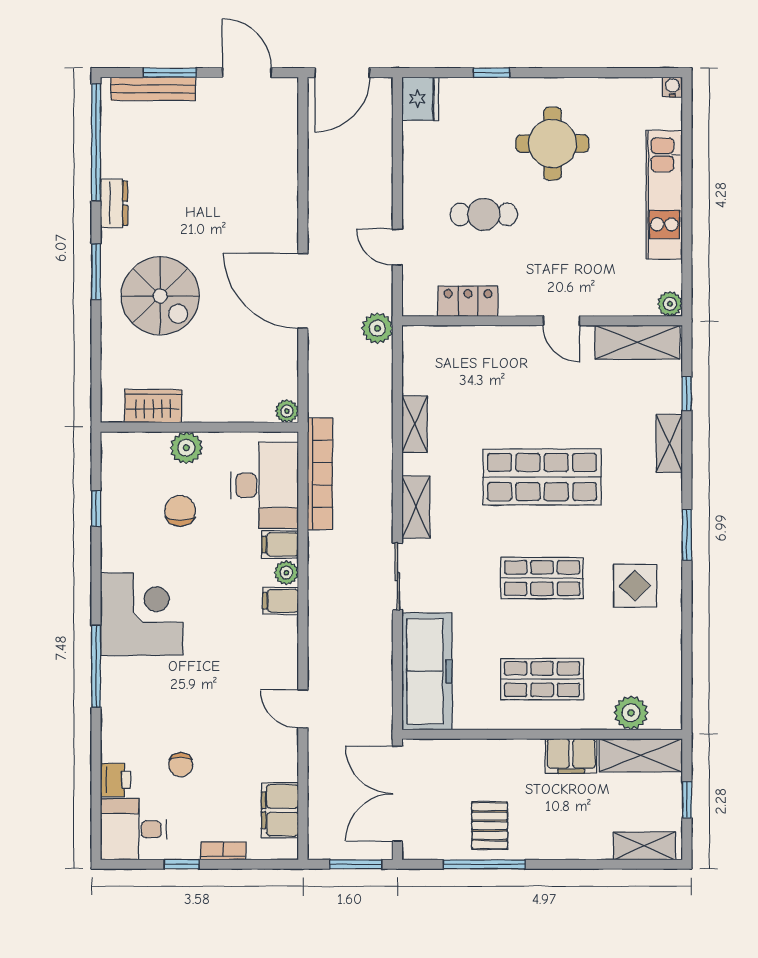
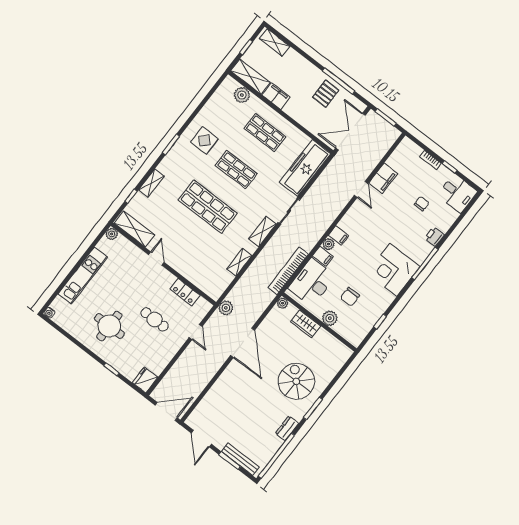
wardrobe: (153, 406) -> (306, 324), moved
printer: (116, 780) -> (434, 237), moved
double door: (397, 794) -> (350, 132), swing flipped
filing cabinet: (280, 810) -> (383, 178), moved

